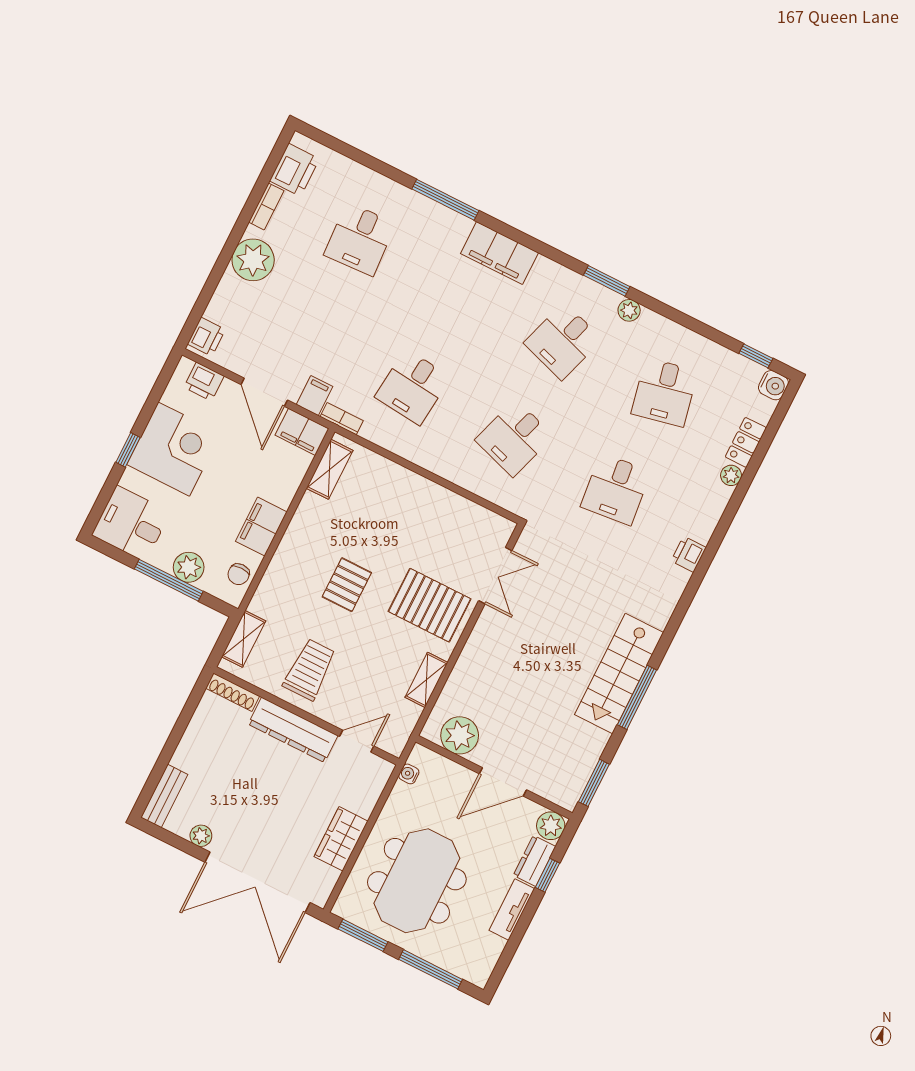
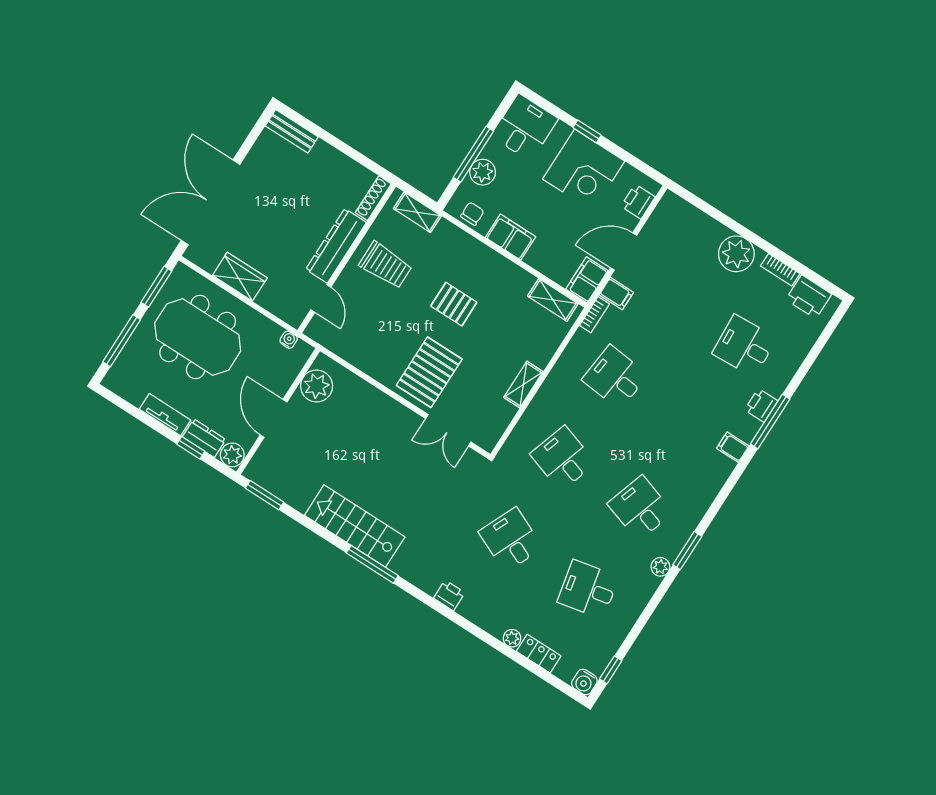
filing cabinet: (500, 253) -> (733, 447), width x0.33, depth x0.86
printer: (206, 337) -> (761, 405), moved, turned 90
desk: (616, 489) -> (511, 540), turned 30
chair: (239, 574) -> (472, 214), turned 90
shelving: (426, 680) -> (523, 385), moved, turned 90
window: (637, 697) -> (372, 564), moved
plant: (201, 836) -> (255, 159), removed

